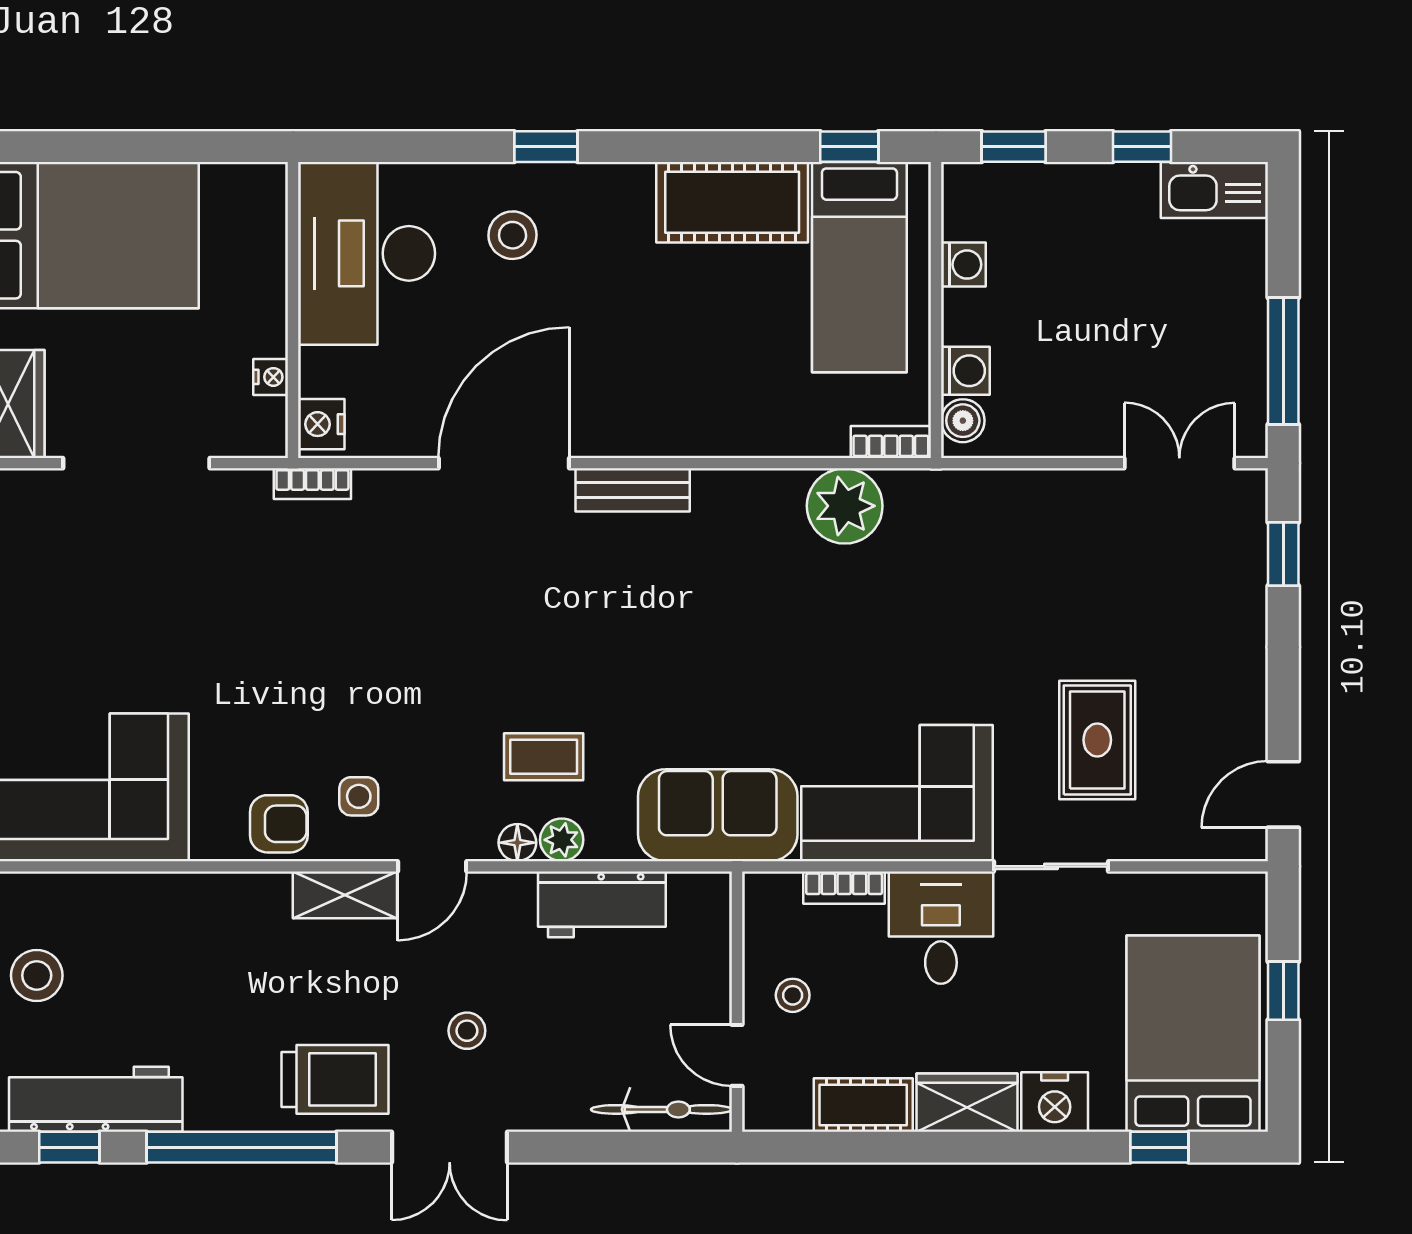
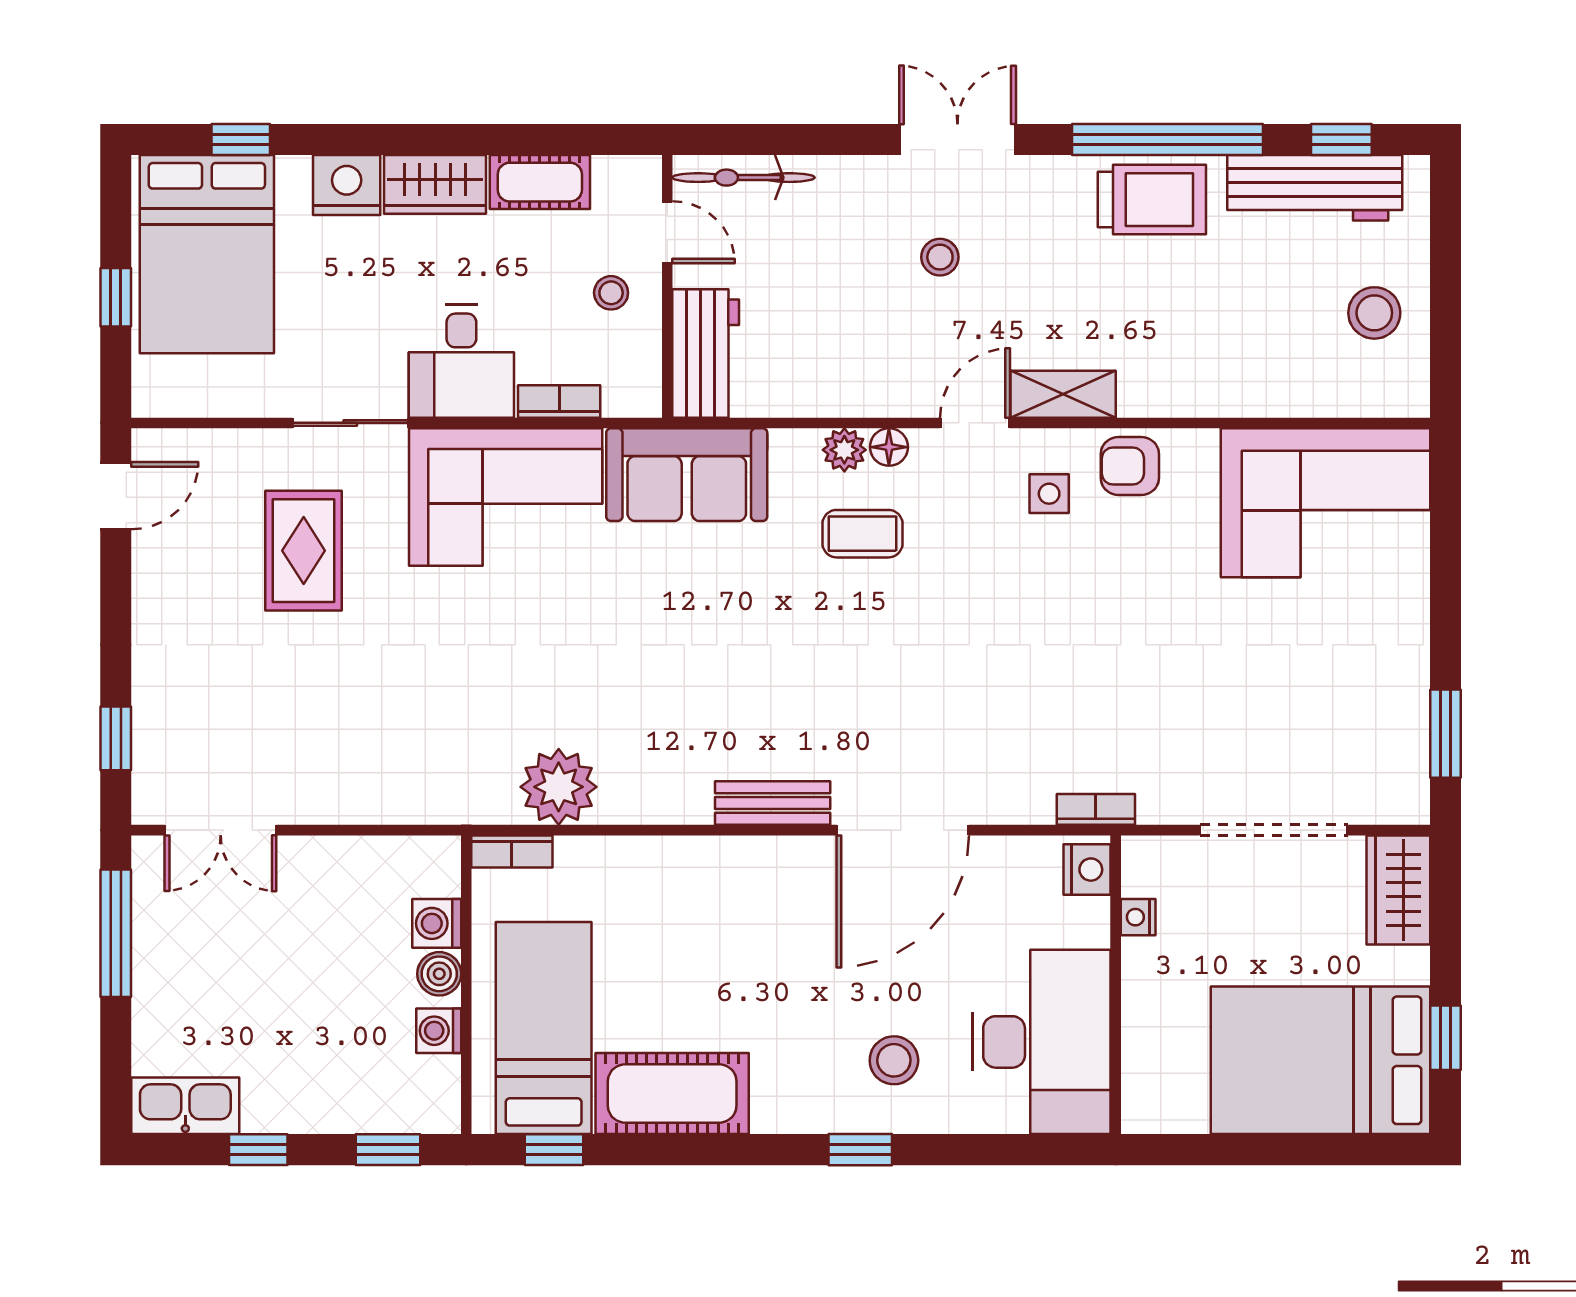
boiler: (963, 421) -> (439, 974), moved
workbench: (602, 904) -> (706, 353), moved, turned 90
trolley: (335, 1079) -> (1152, 200), moved, turned 180

